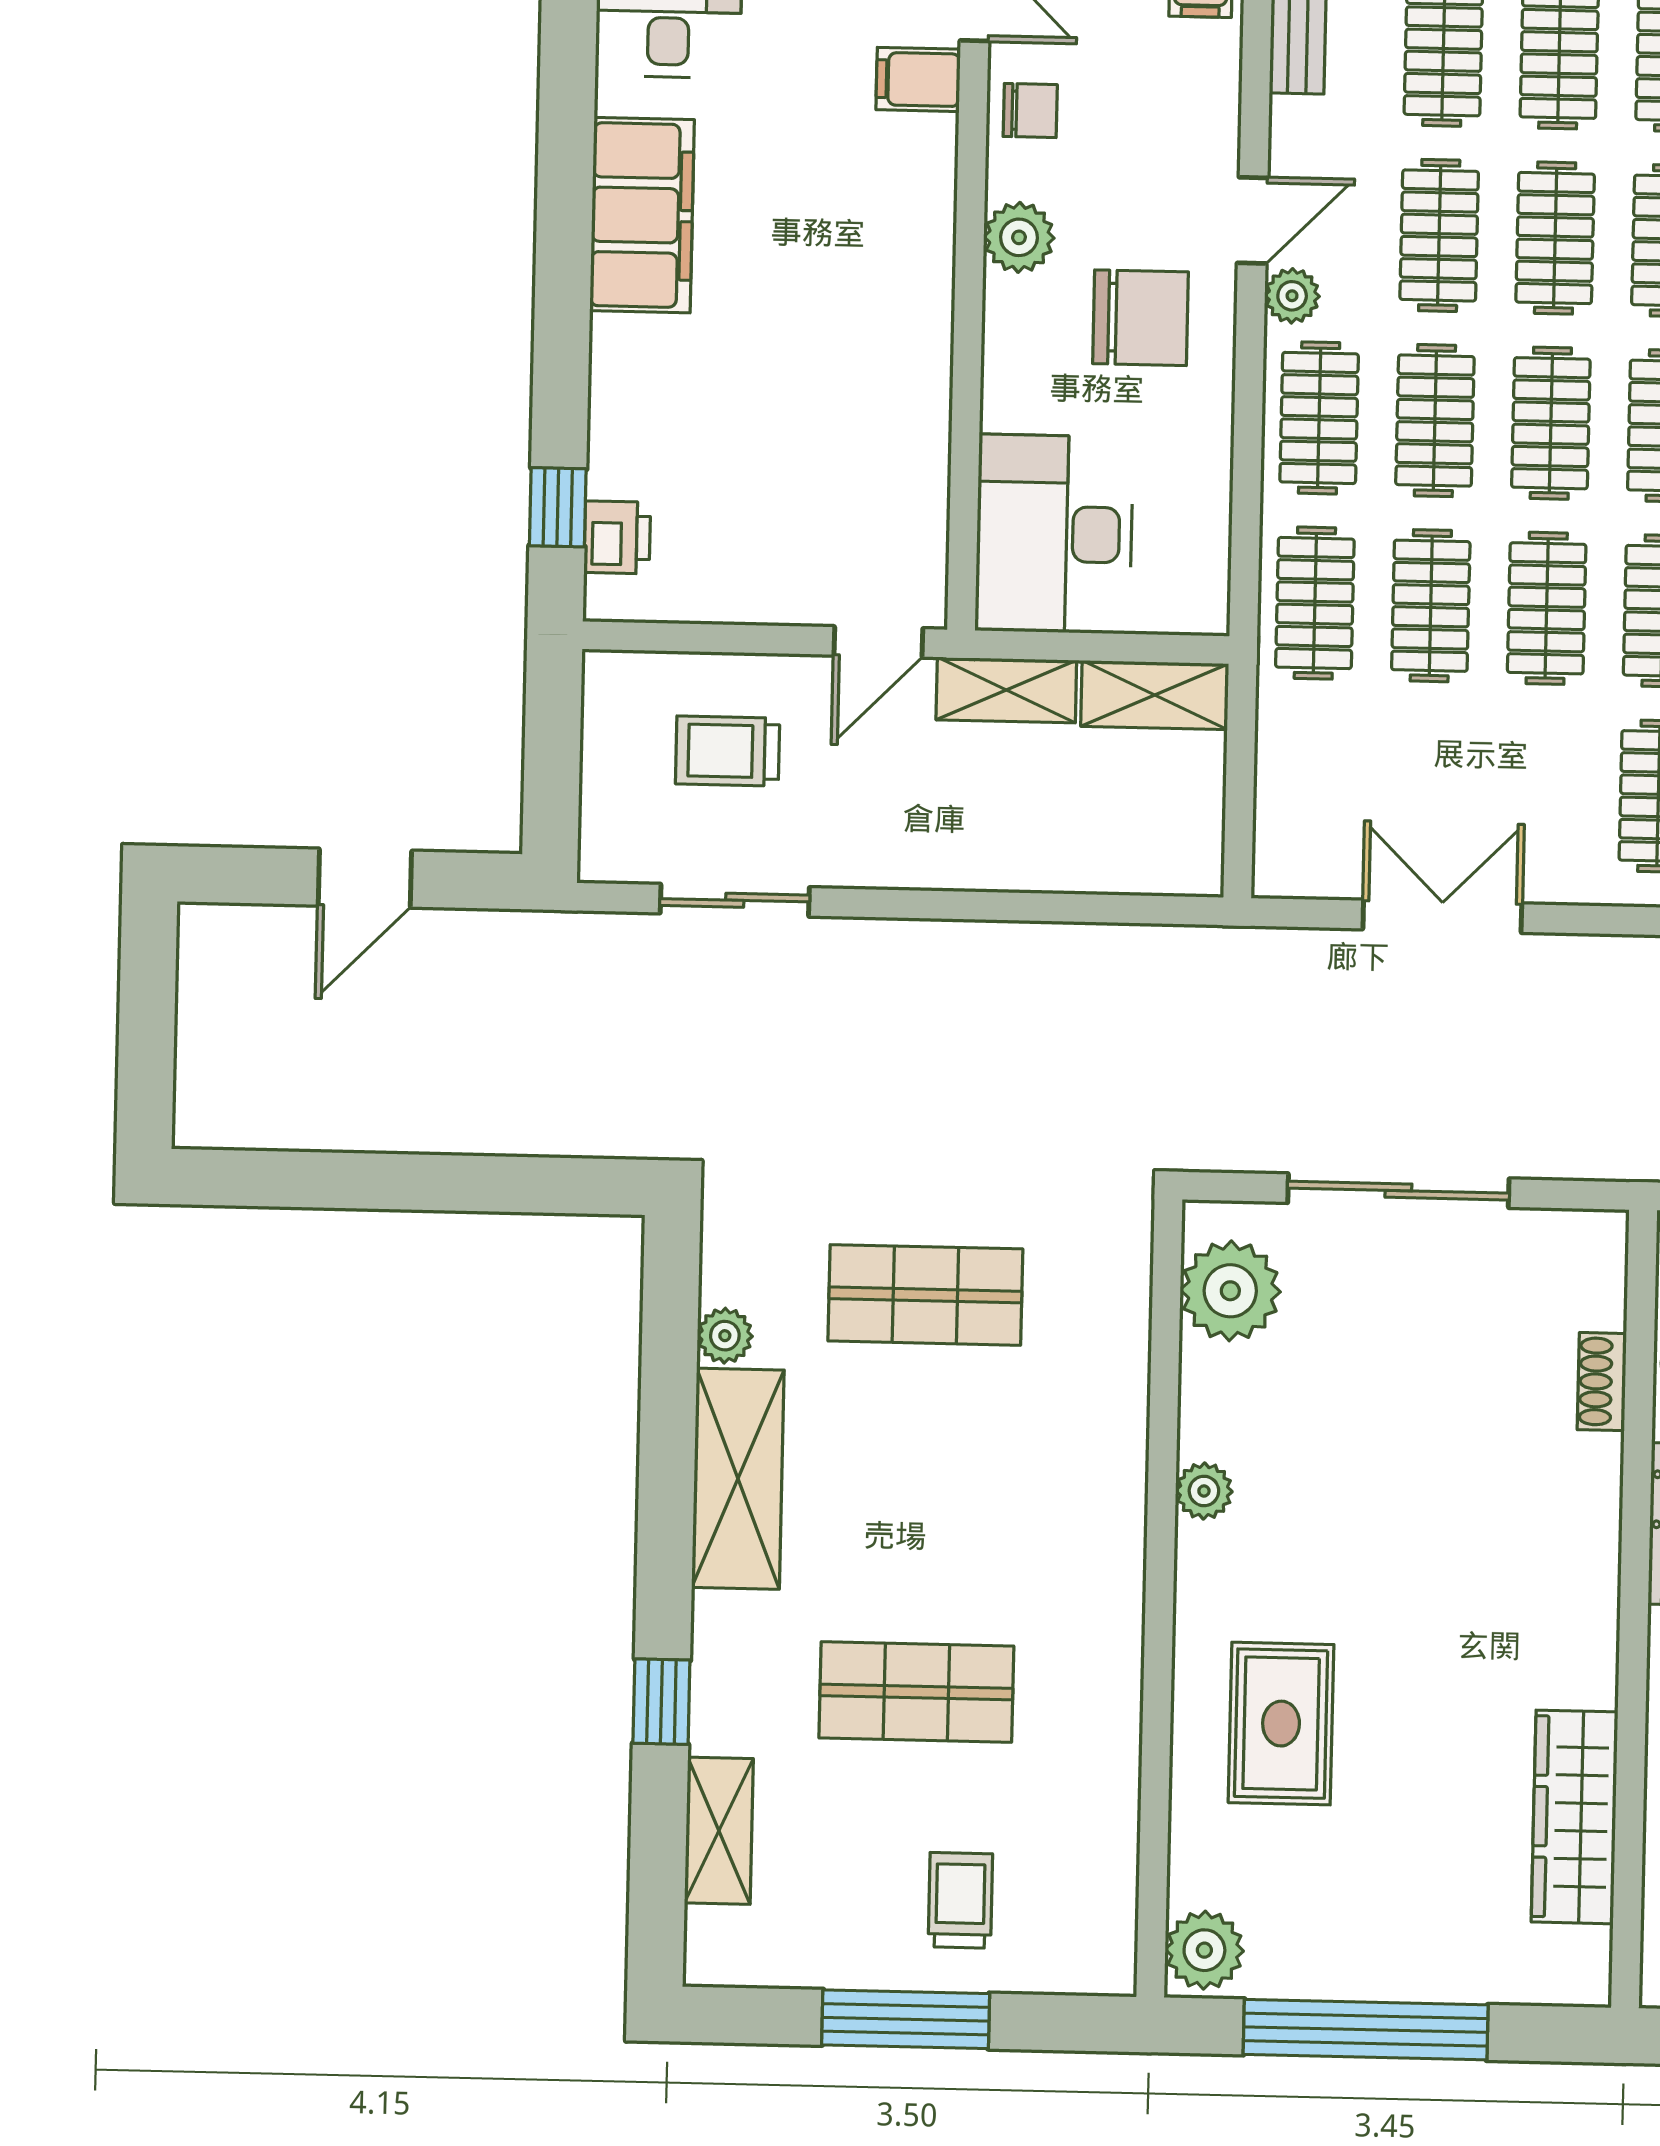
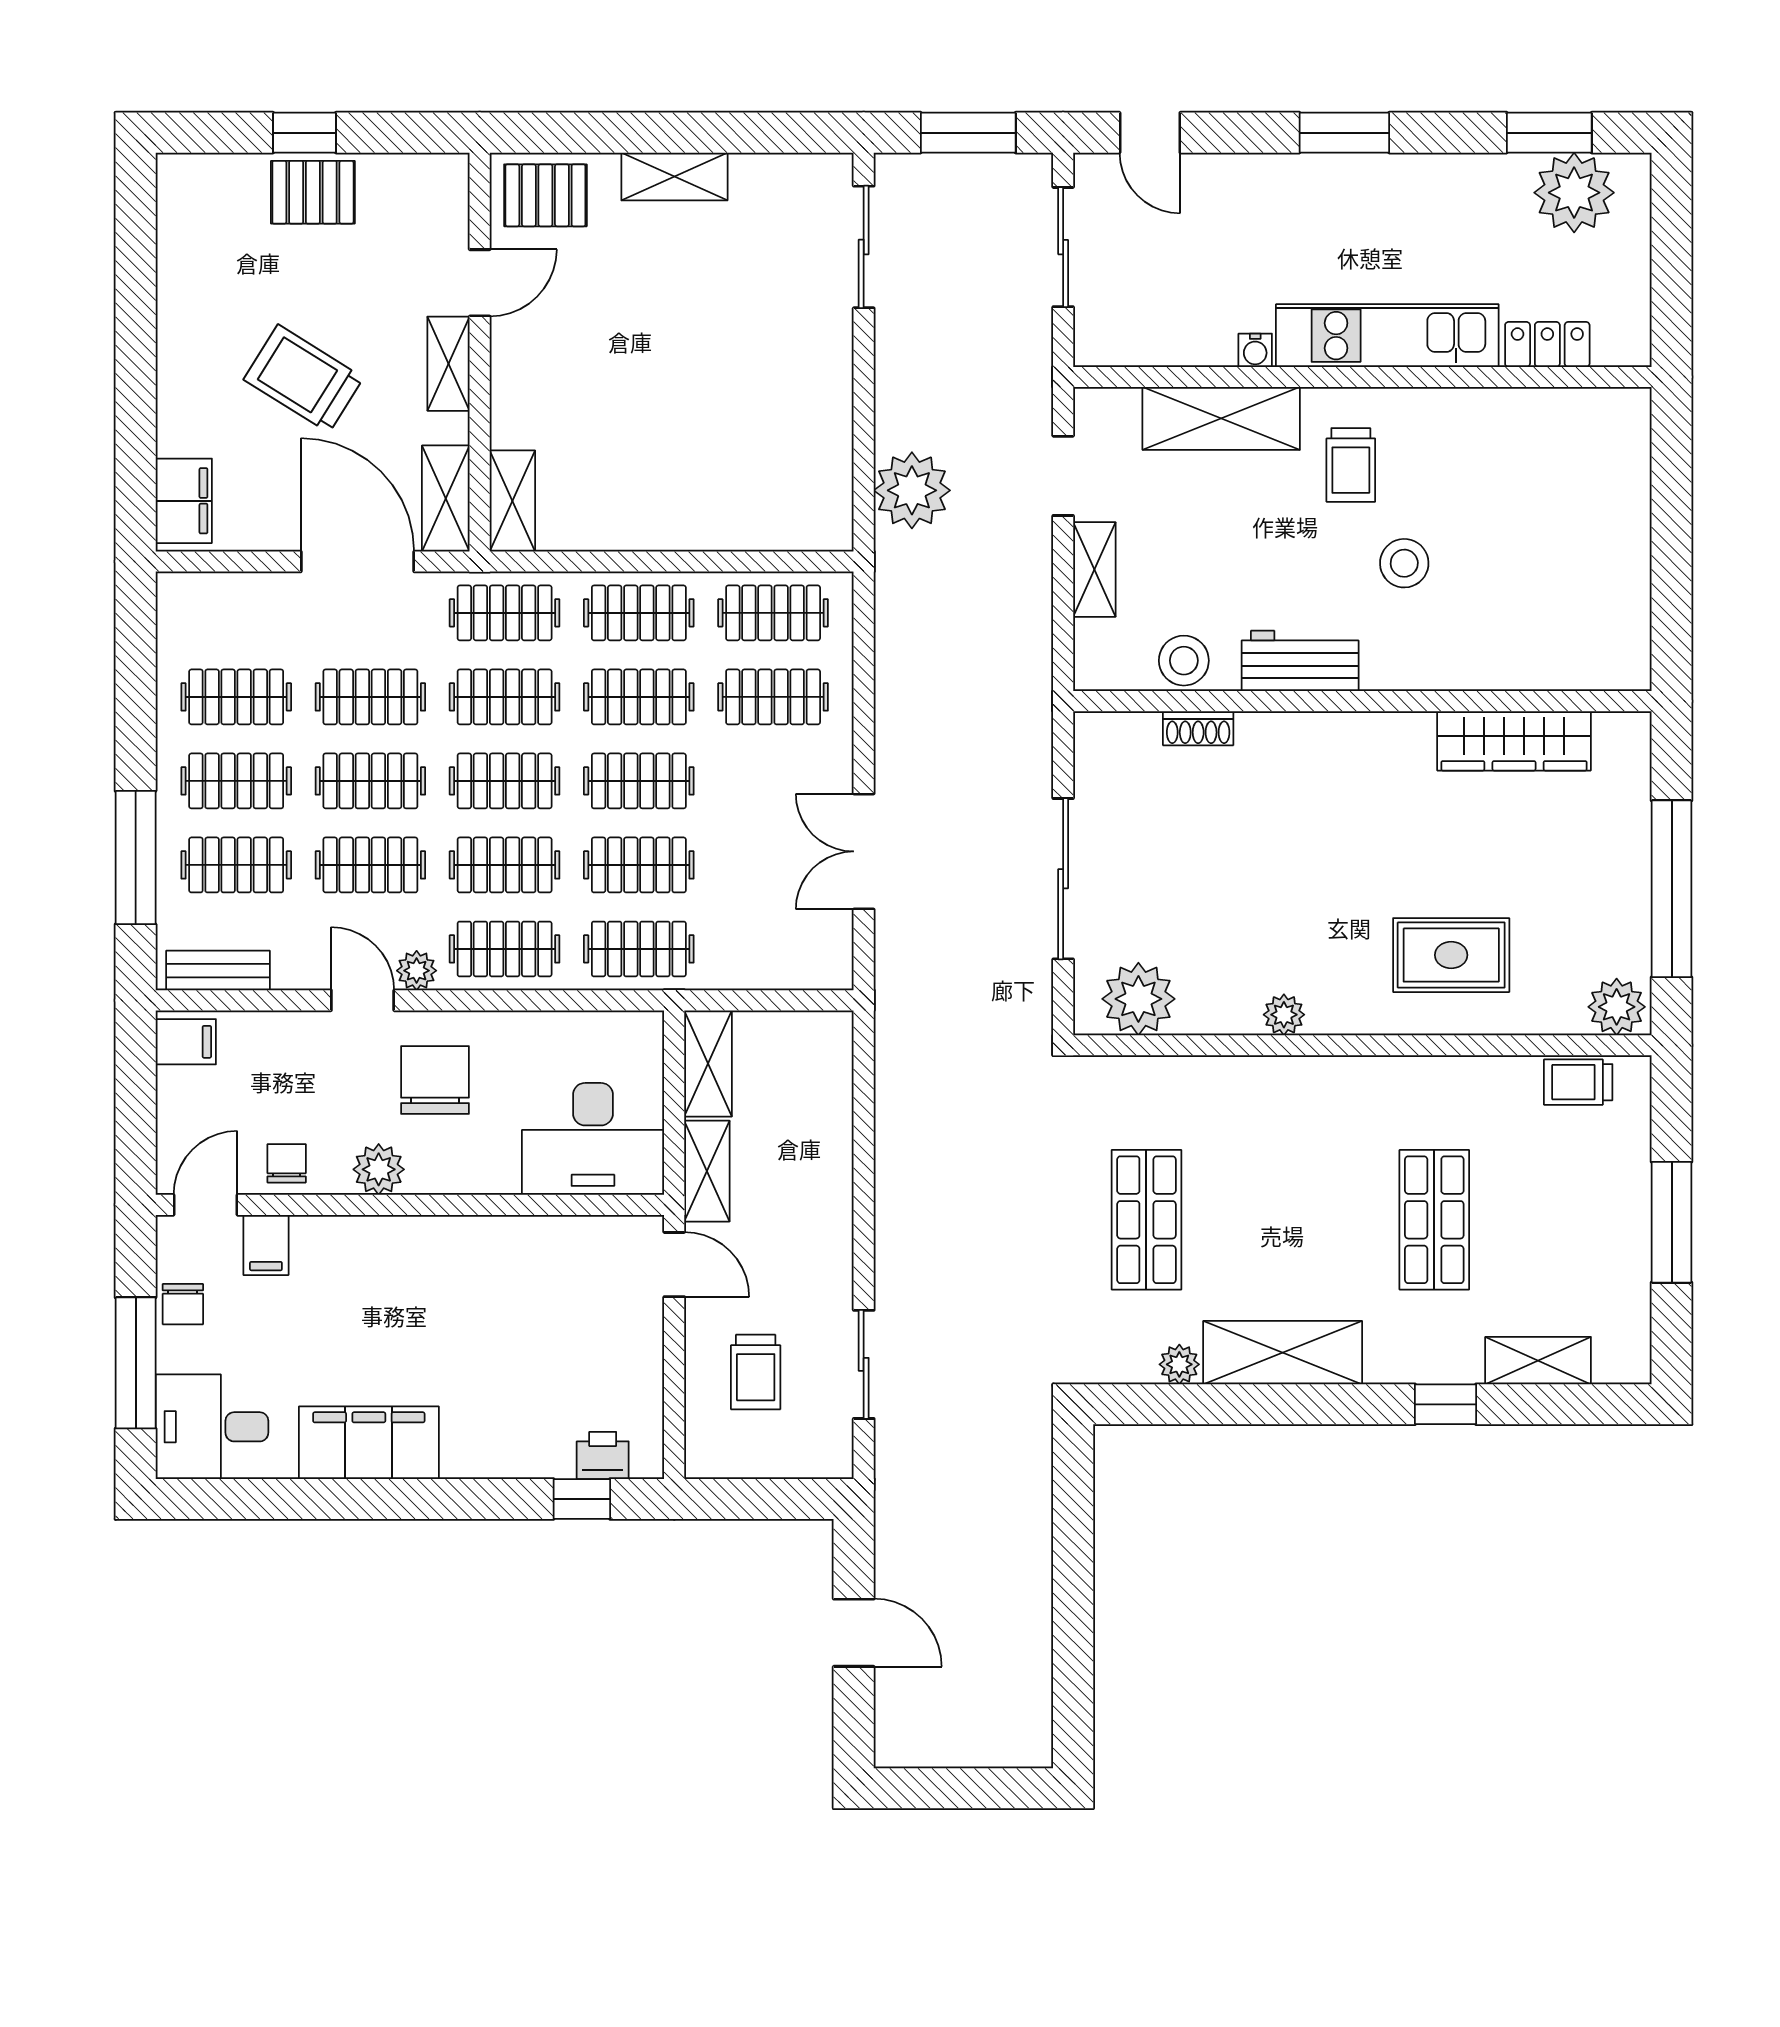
trolley: (960, 1900) -> (1578, 1082), moved

